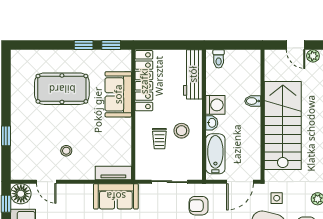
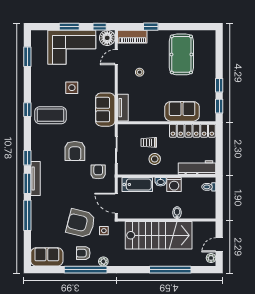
pool table: (62, 89) -> (181, 54), moved
piano: (19, 161) -> (132, 37), added

